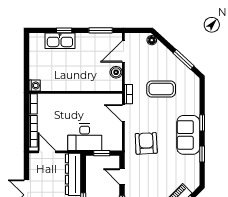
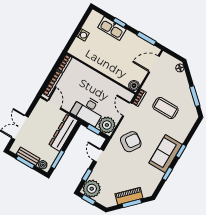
boiler: (116, 72) -> (134, 86), moved
washing machine: (35, 86) -> (83, 35), moved
plant: (112, 141) -> (107, 125), added
armchair: (146, 143) -> (131, 142), turned 37

